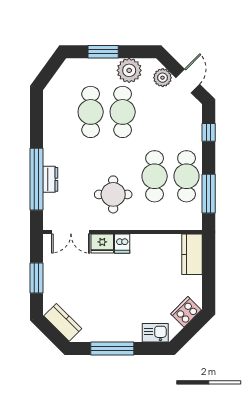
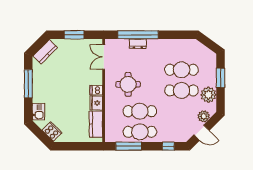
fridge: (102, 243) -> (96, 103), moved
kitchen counter: (192, 254) -> (96, 124), moved, turned -90

